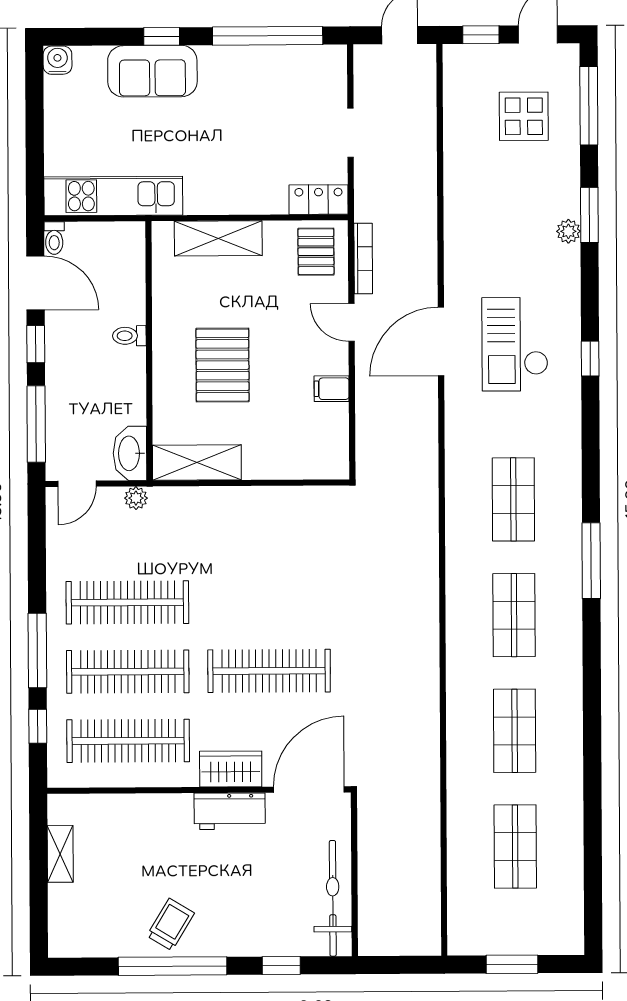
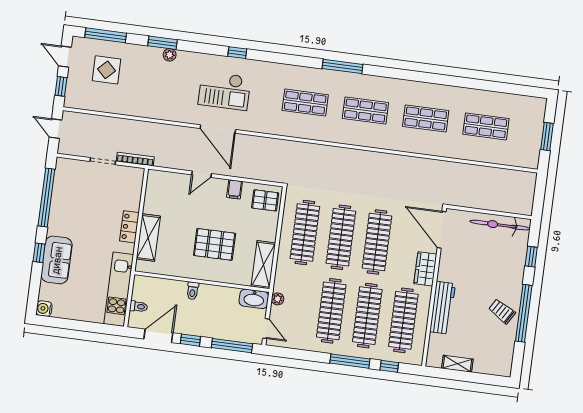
locker: (319, 200) -> (129, 227), moved
toilet: (54, 238) -> (139, 306), moved
pallet: (316, 252) -> (265, 200), moved
bookcase: (363, 259) -> (135, 159), moved
clothes rail: (268, 532) -> (305, 232), added
clothes rail: (269, 602) -> (341, 237), added
workbench: (230, 811) -> (443, 308), moved, width x1.38

